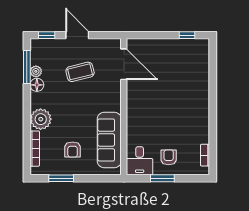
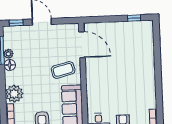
coffee table: (80, 72) -> (63, 70), moved

